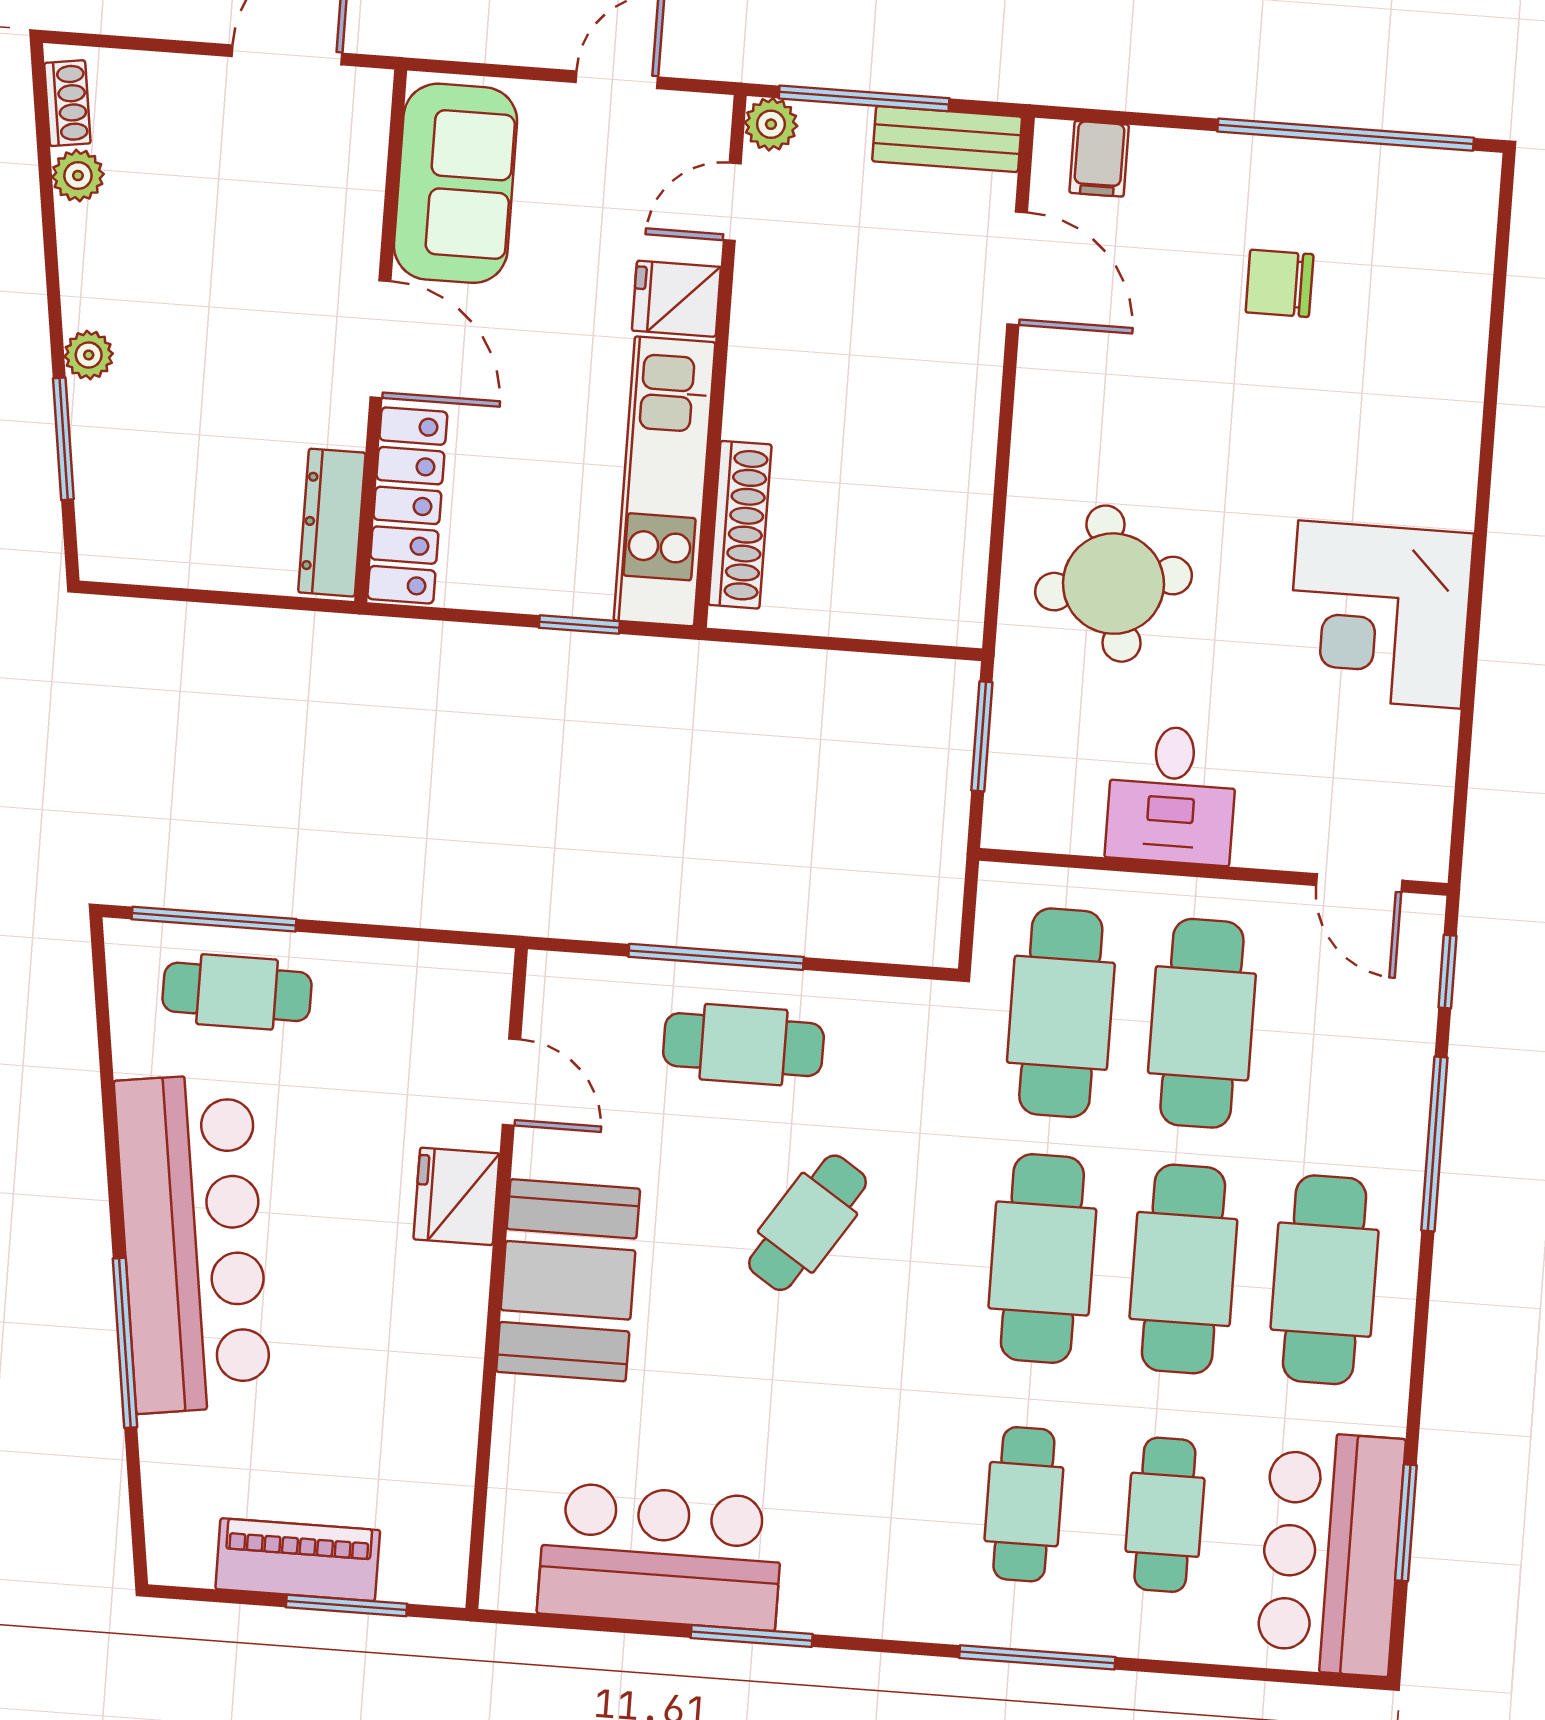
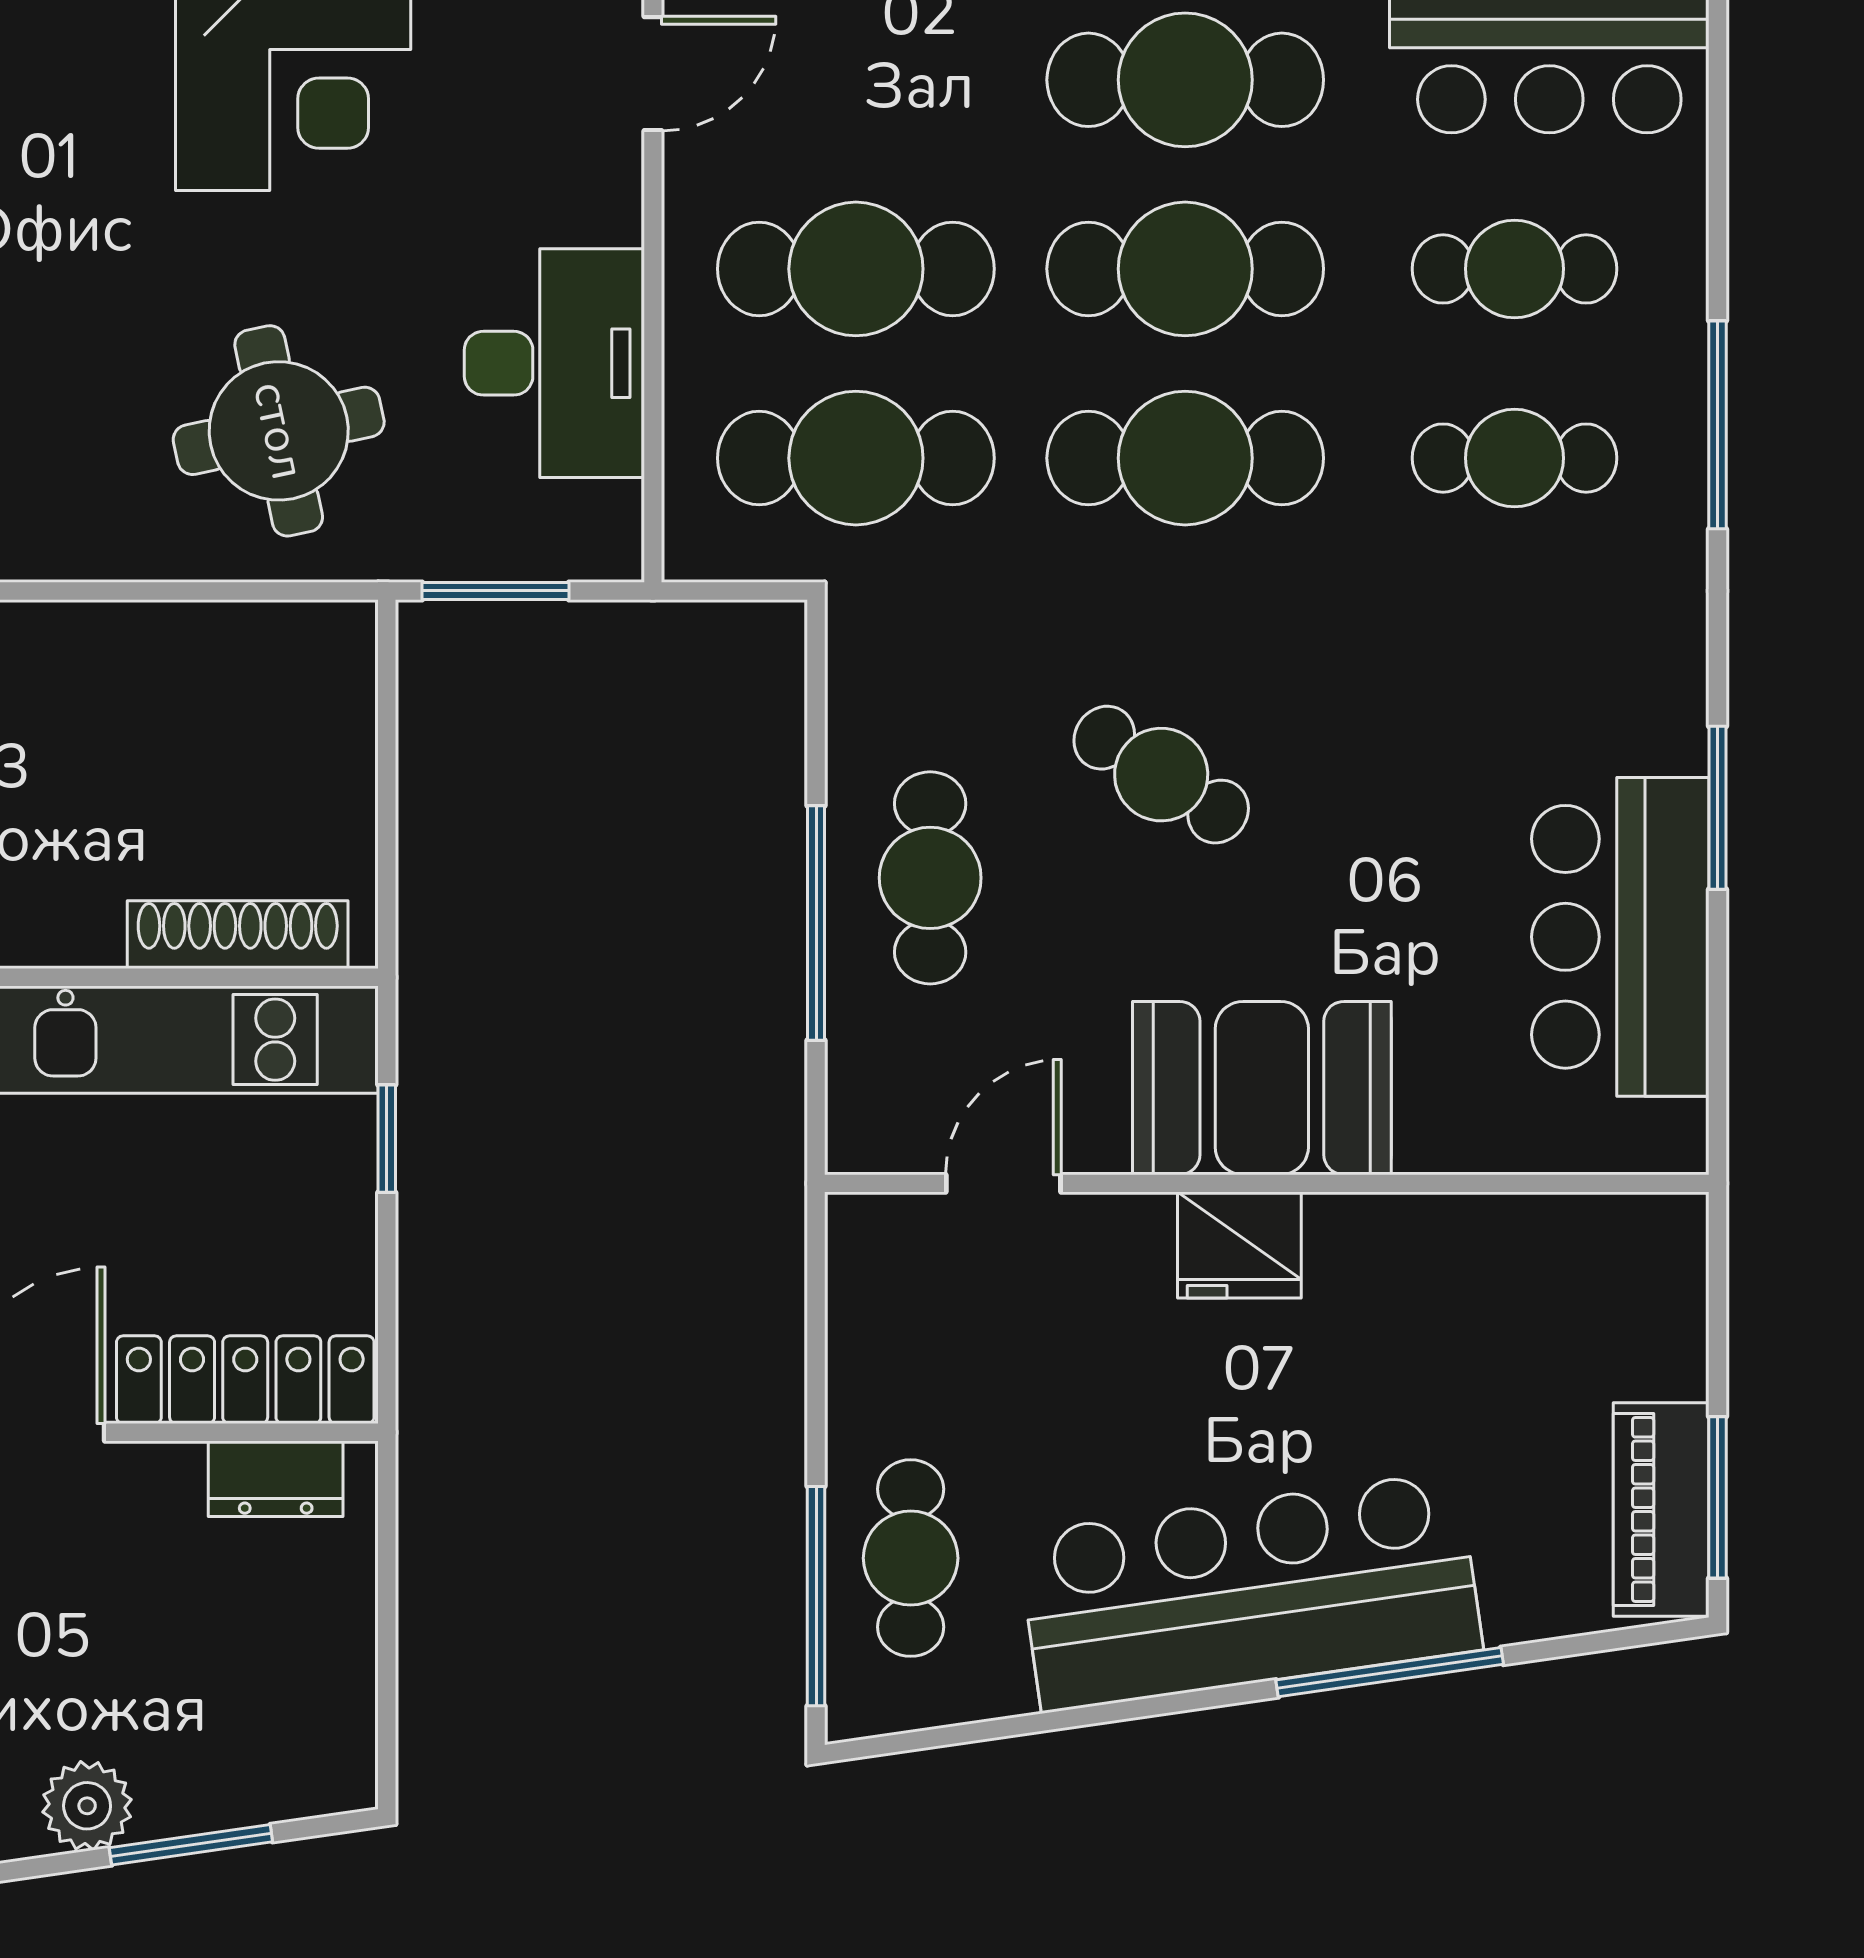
plant: (89, 355) -> (87, 1806), width x1.38, depth x1.38
dresser: (332, 523) -> (276, 1479), width x0.70
desk: (1172, 795) -> (554, 363), width x1.37
fridge: (456, 1196) -> (1239, 1245), moved
piano: (298, 1560) -> (1661, 1510), moved
window: (347, 1606) -> (1718, 1497), moved

